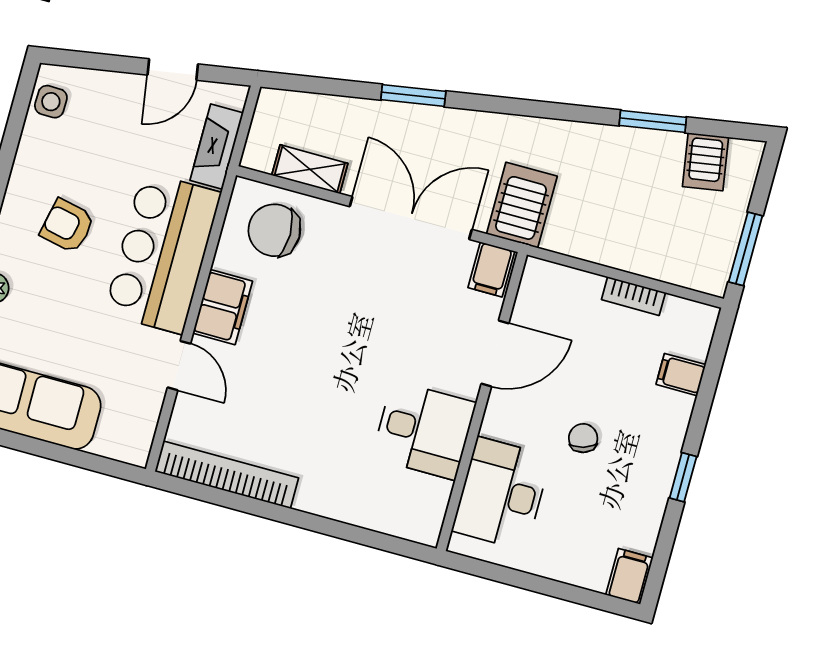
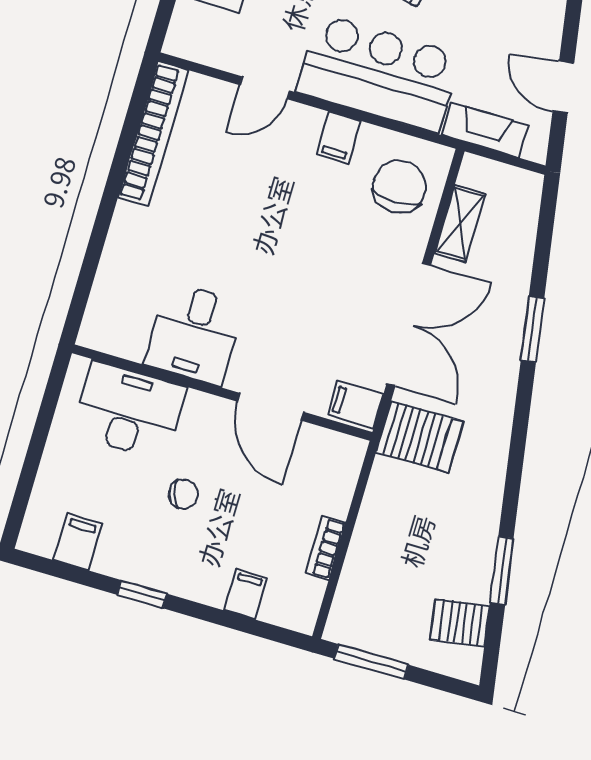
filing cabinet: (223, 307) -> (339, 137), width x0.50
filing cabinet: (629, 576) -> (78, 542), moved, turned -90

